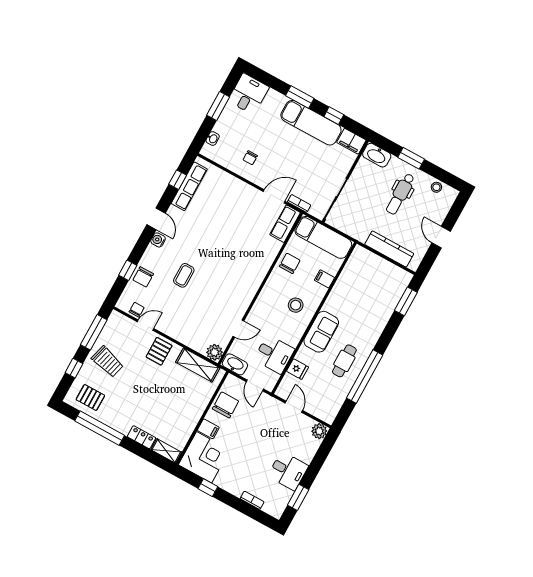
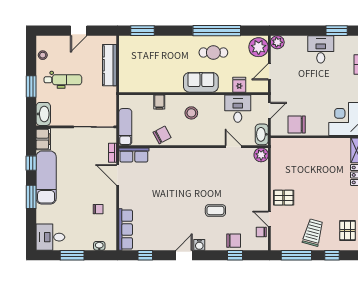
row of seats: (189, 186) -> (126, 230), moved, turned 90
exam couch: (323, 237) -> (125, 127), width x0.73, depth x0.69
chair: (290, 263) -> (162, 135), turned 152
shelving: (198, 365) -> (278, 162), removed
plant: (325, 409) -> (259, 47), added
filing cabinet: (208, 429) -> (322, 128), removed

